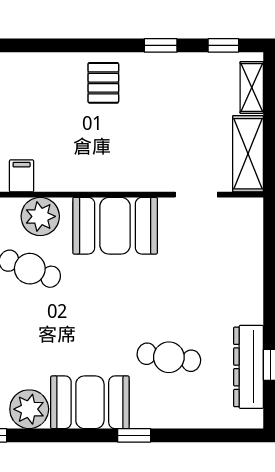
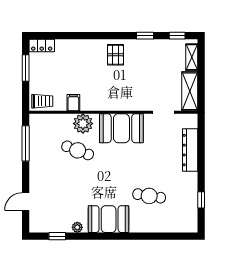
dresser: (249, 367) -> (190, 150), moved
plant: (29, 409) -> (77, 227), width x0.53, depth x0.53
window: (134, 435) -> (131, 236), removed

